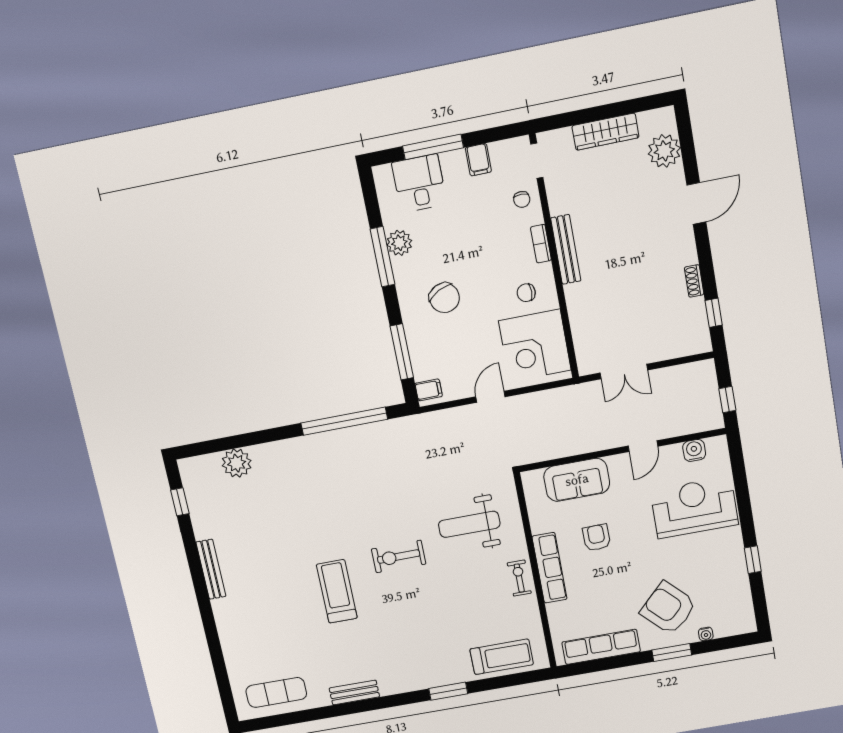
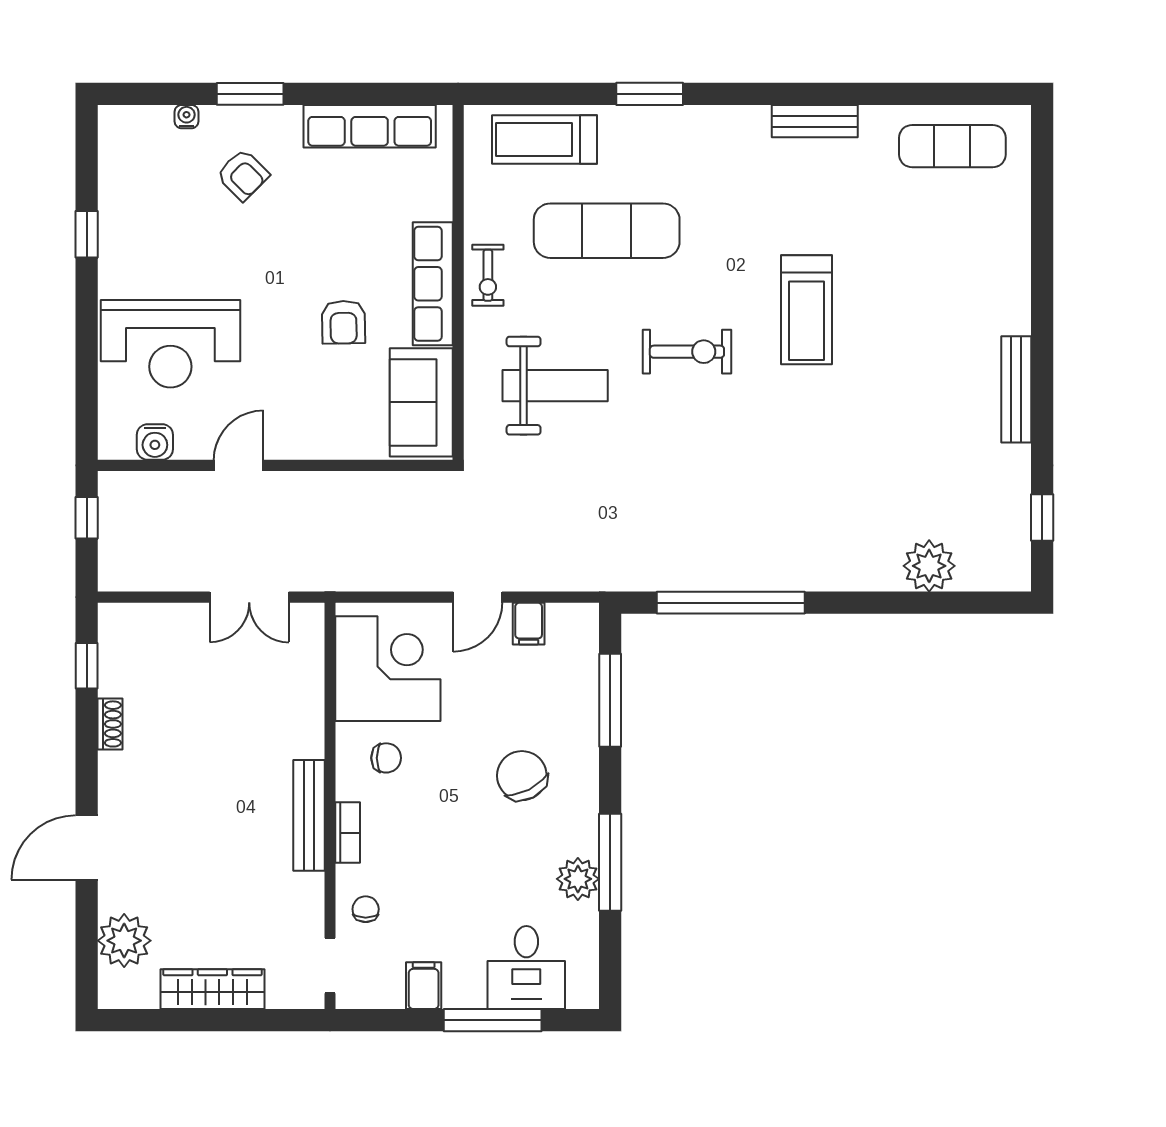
double door: (624, 371) -> (249, 597), swing flipped
filing cabinet: (429, 390) -> (529, 624), moved, turned -90
sofa: (577, 480) -> (421, 402), moved, turned -90
armchair: (668, 608) -> (243, 175), width x0.53, depth x0.53
exercise mat: (457, 614) -> (607, 231), added

